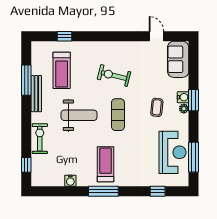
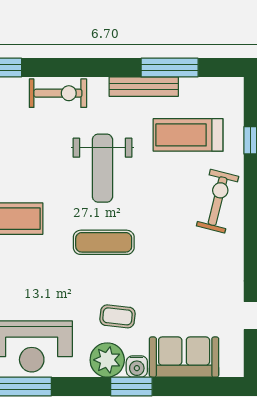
sofa: (178, 59) -> (184, 357), moved
exercise bike: (114, 76) -> (218, 201), moved
plant: (184, 109) -> (107, 360), width x1.87, depth x1.87

